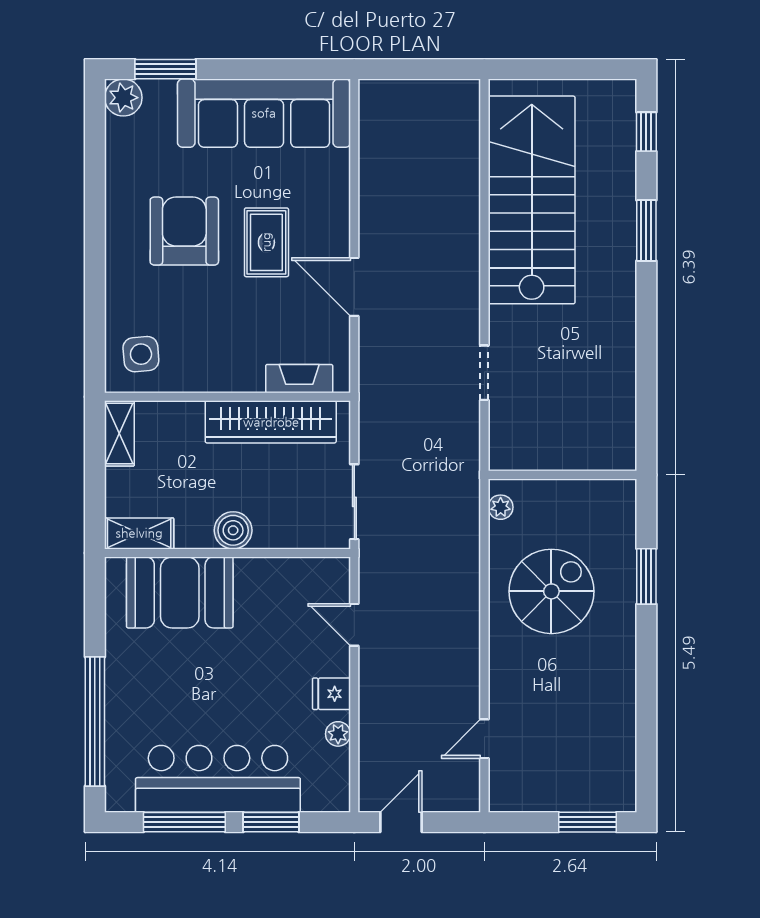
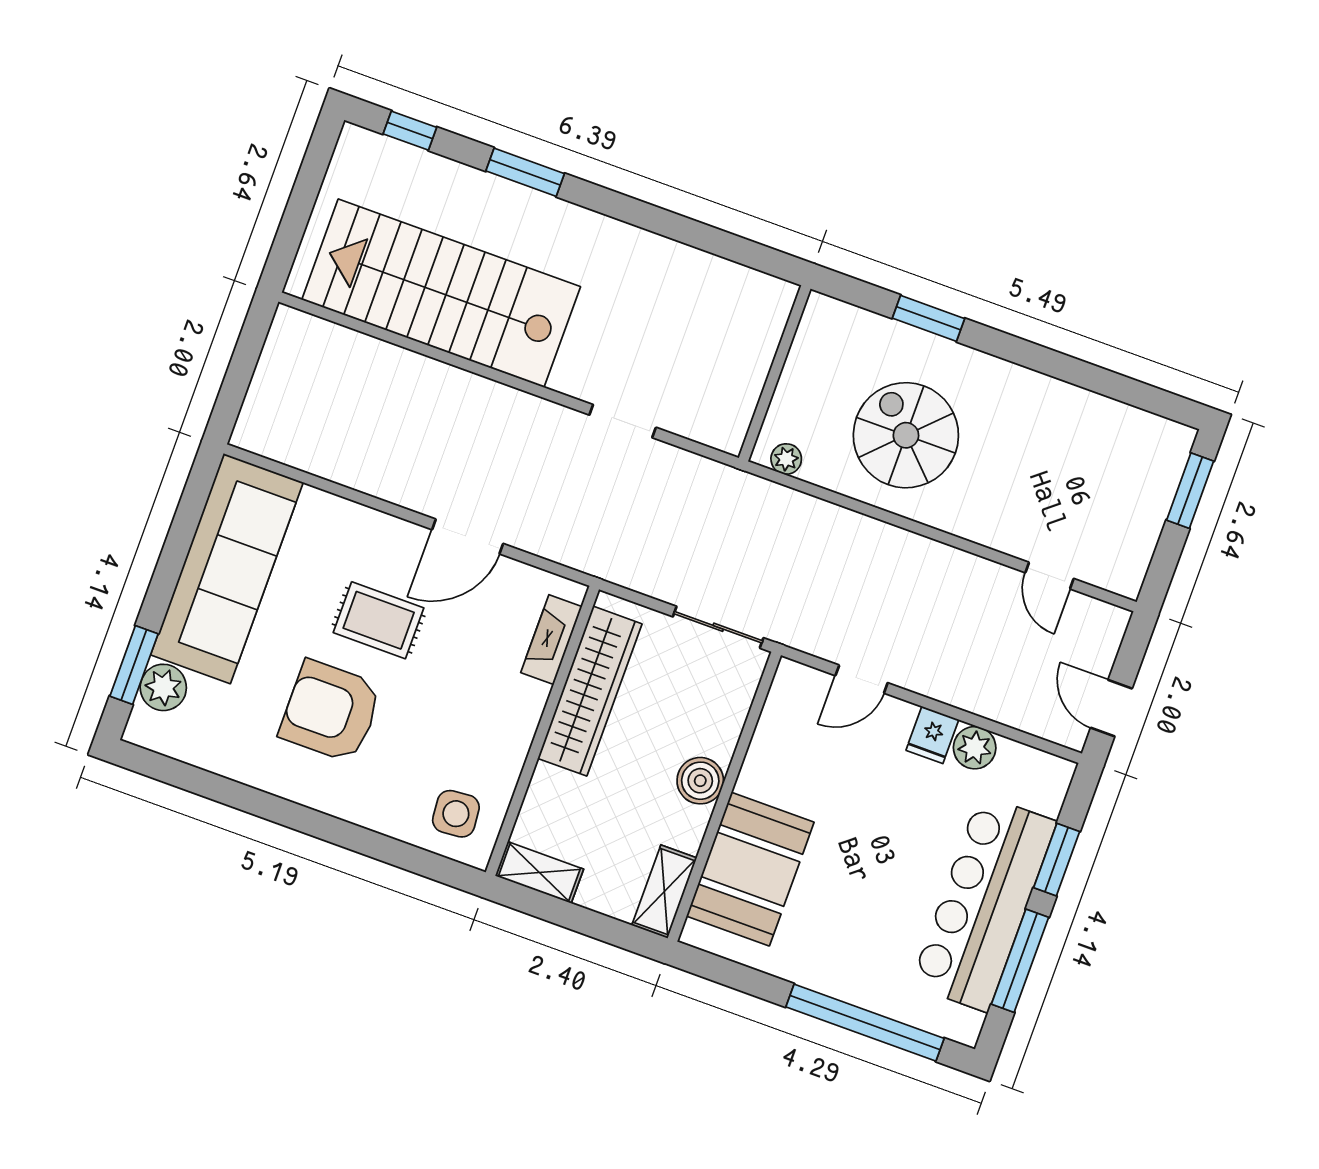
plant: (123, 98) -> (163, 687), moved
plant: (338, 734) -> (975, 748), width x1.38, depth x1.38

